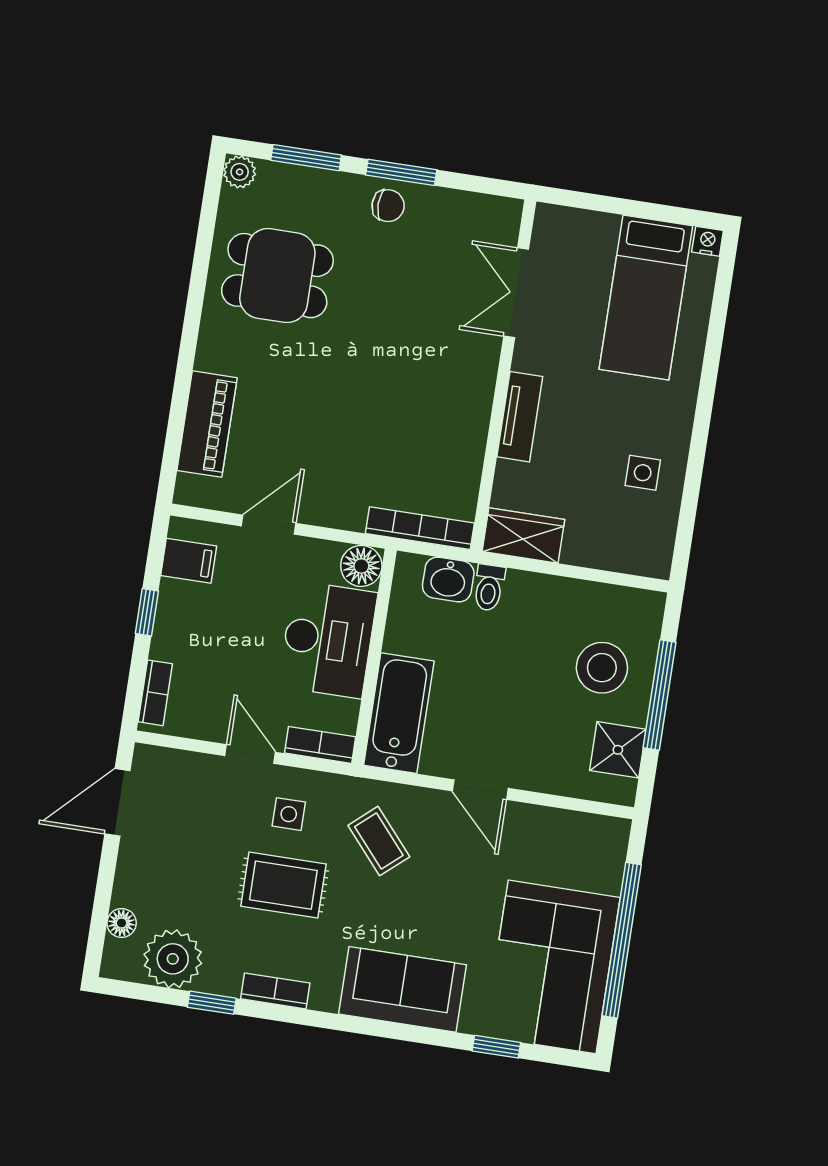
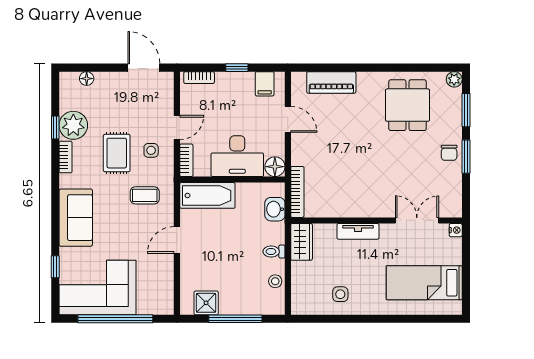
nightstand: (708, 241) -> (456, 230), moved
toilet: (489, 588) -> (274, 252), moved
stool: (602, 668) -> (275, 281), moved, width x0.53, depth x0.53
coffee table: (379, 841) -> (145, 195), turned 41
plant: (173, 959) -> (73, 125), moved

